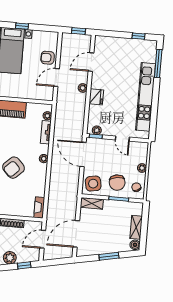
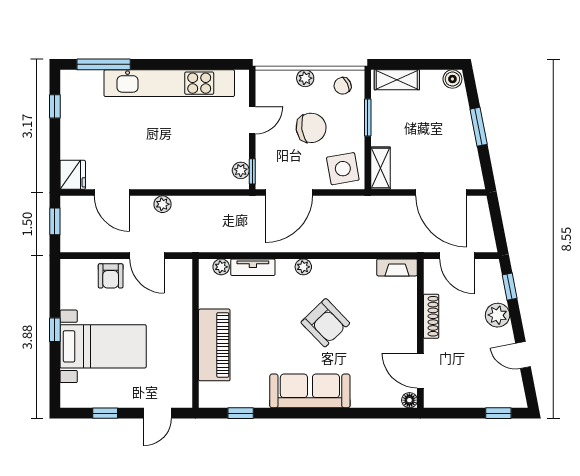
fridge: (96, 97) -> (73, 175), moved, turned 90
chair: (117, 183) -> (311, 128), moved
shelving: (136, 227) -> (397, 80), moved

